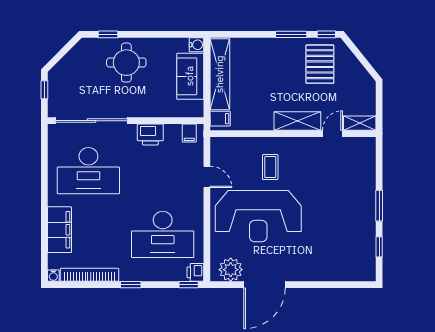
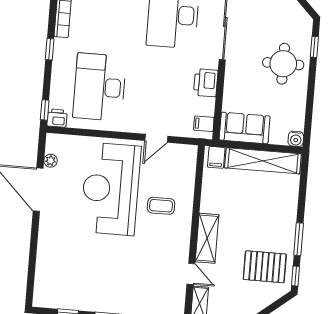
sofa: (190, 76) -> (245, 128), moved
plant: (231, 270) -> (51, 161), width x0.53, depth x0.53

